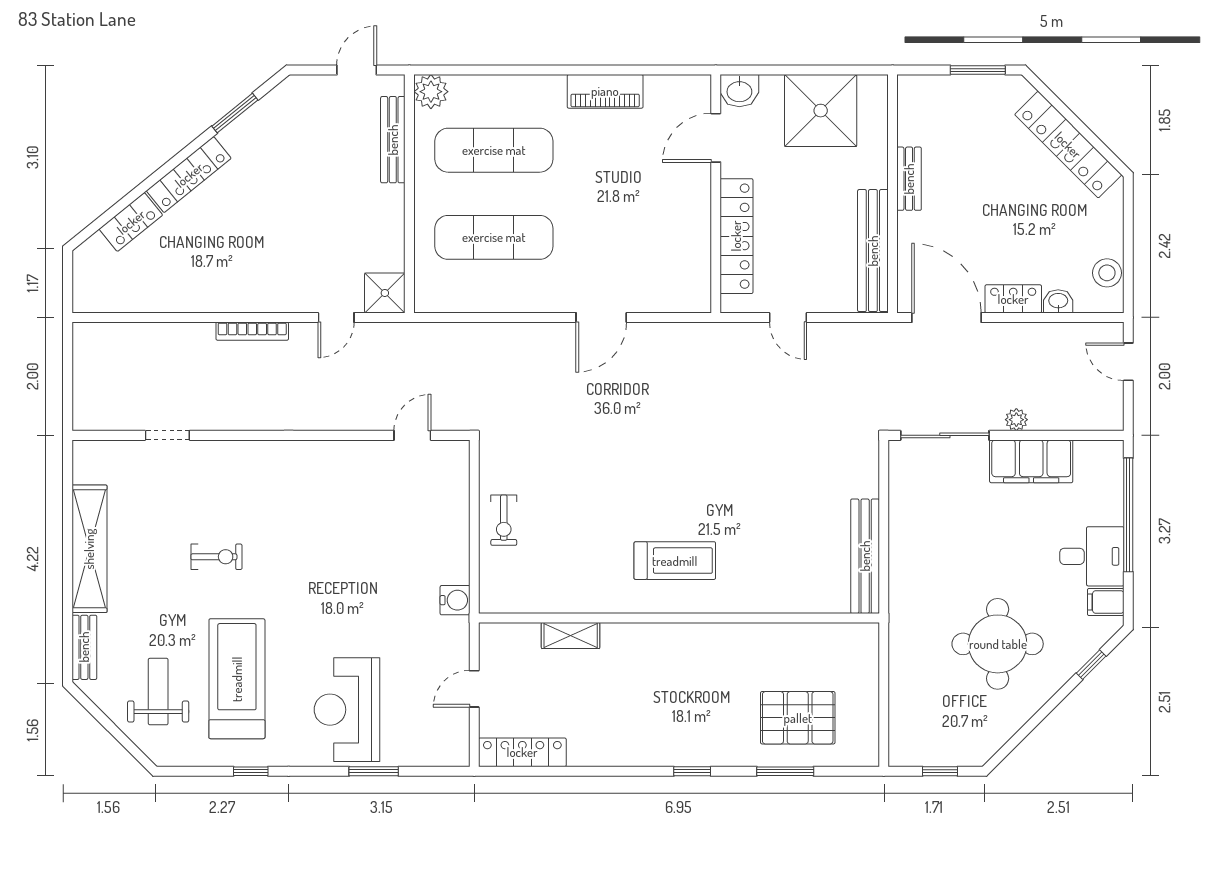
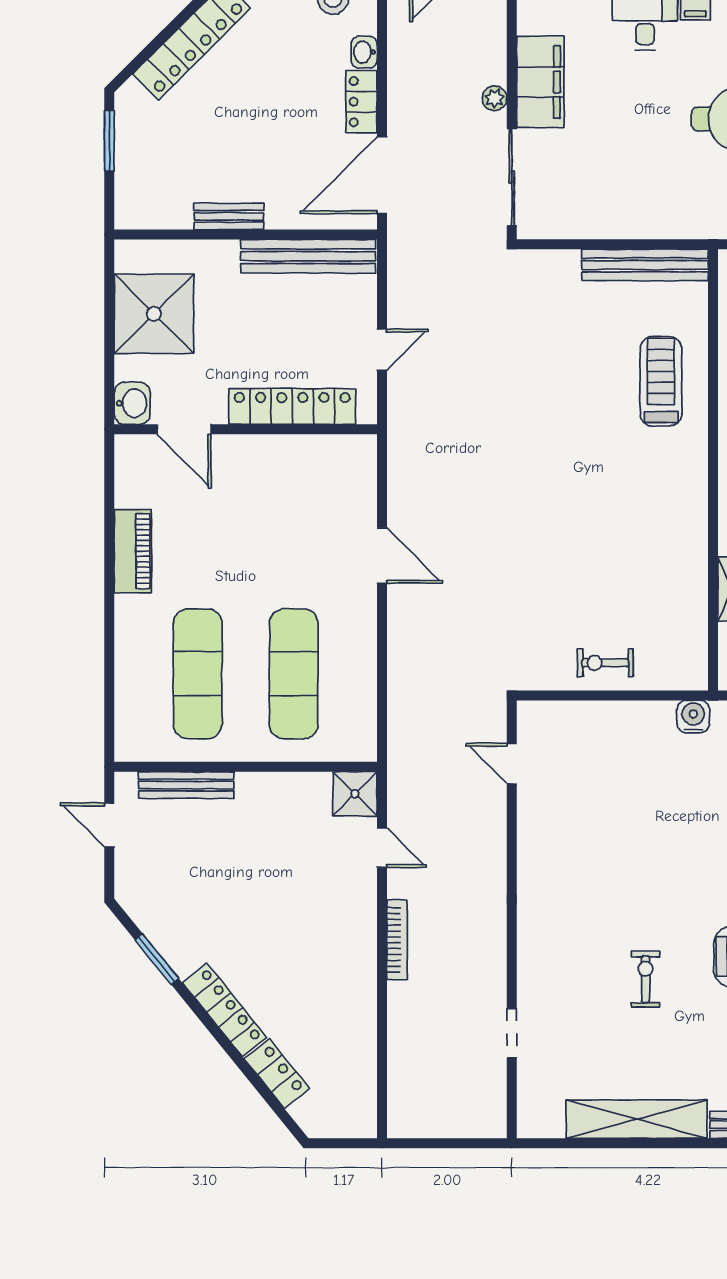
plant: (431, 92) -> (133, 743), removed
exercise bike: (504, 520) -> (605, 663), turned 180
treadmill: (675, 561) -> (661, 381), moved

